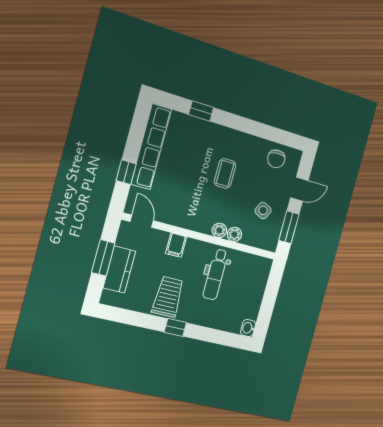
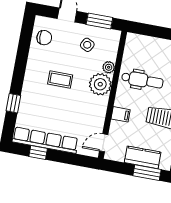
window: (126, 172) -> (38, 152), moved
plant: (219, 230) -> (100, 84), width x1.87, depth x1.87
window: (103, 258) -> (147, 173), moved

